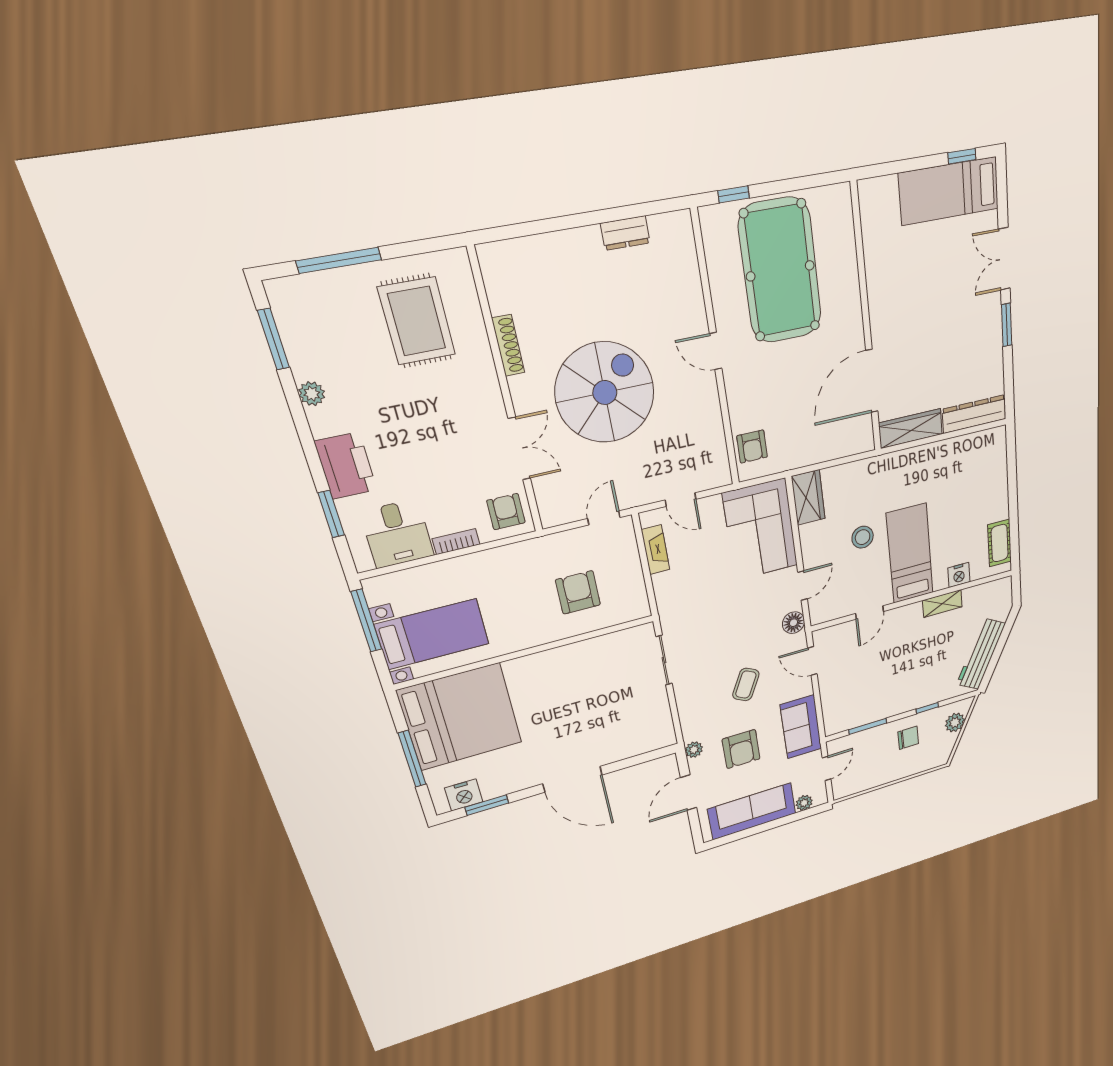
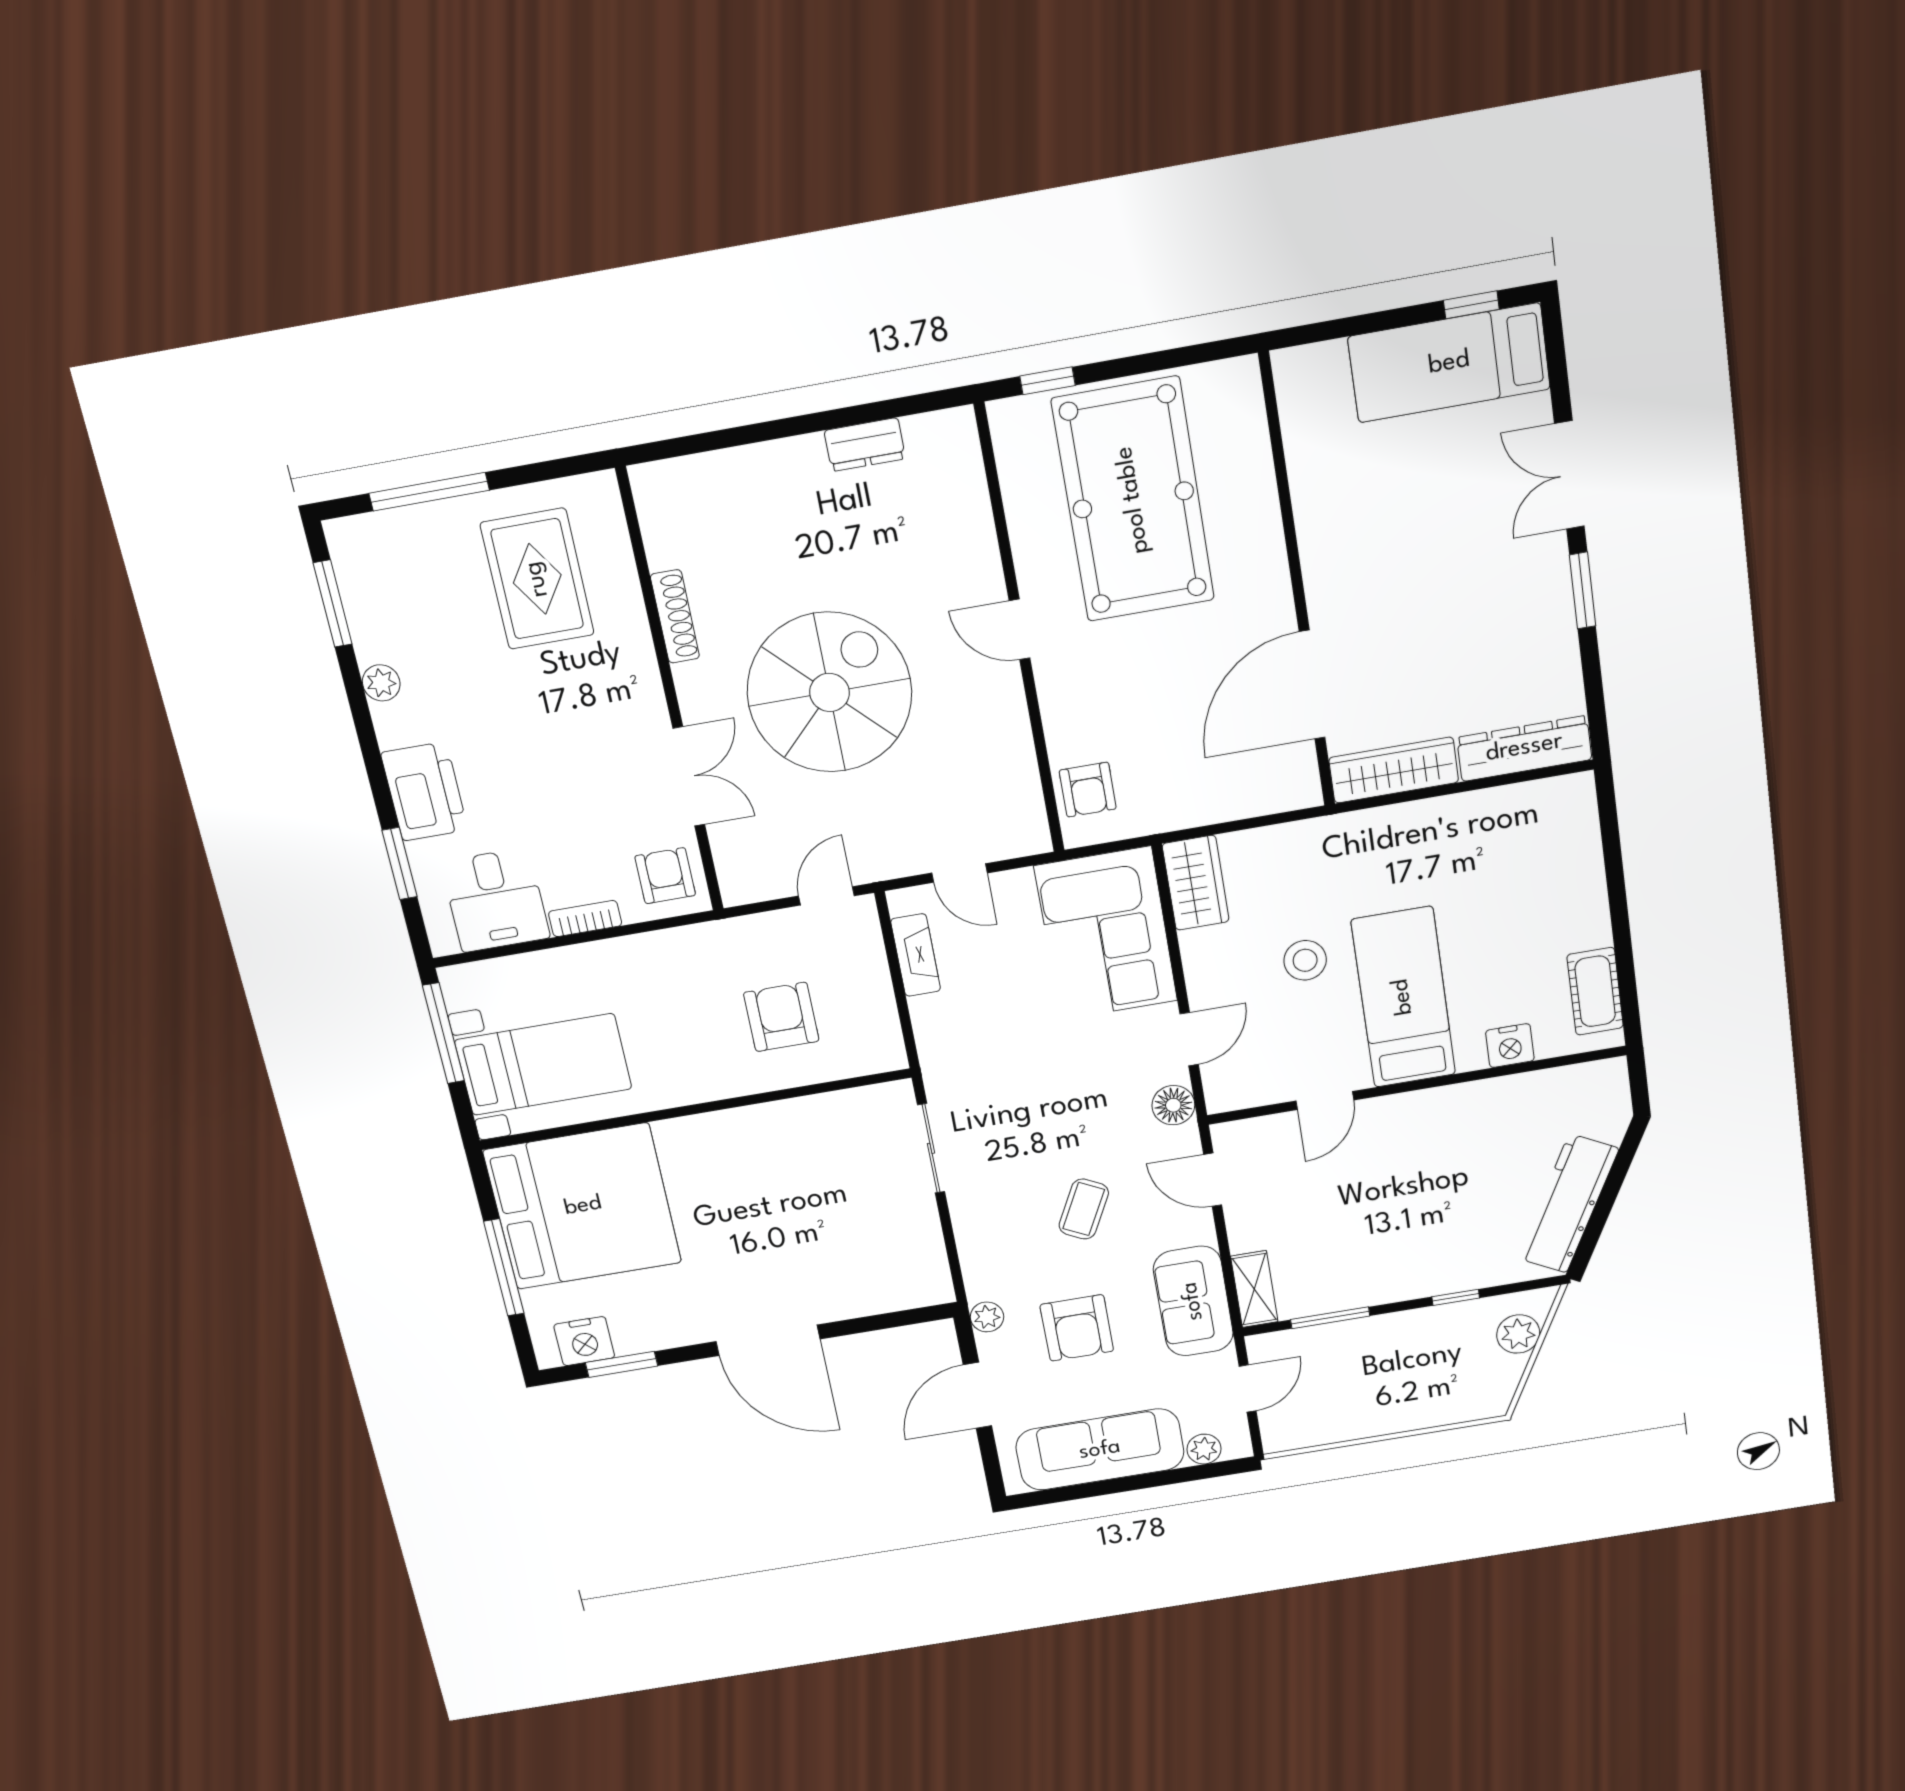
shelving: (942, 604) -> (1254, 1289), moved, turned 90
chair: (908, 738) -> (1417, 1352), removed

